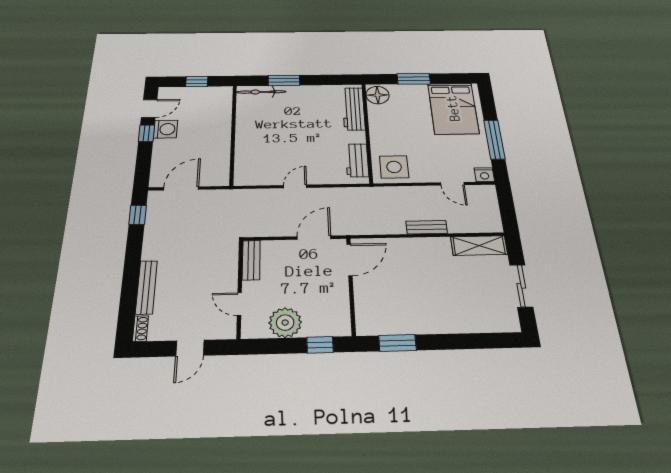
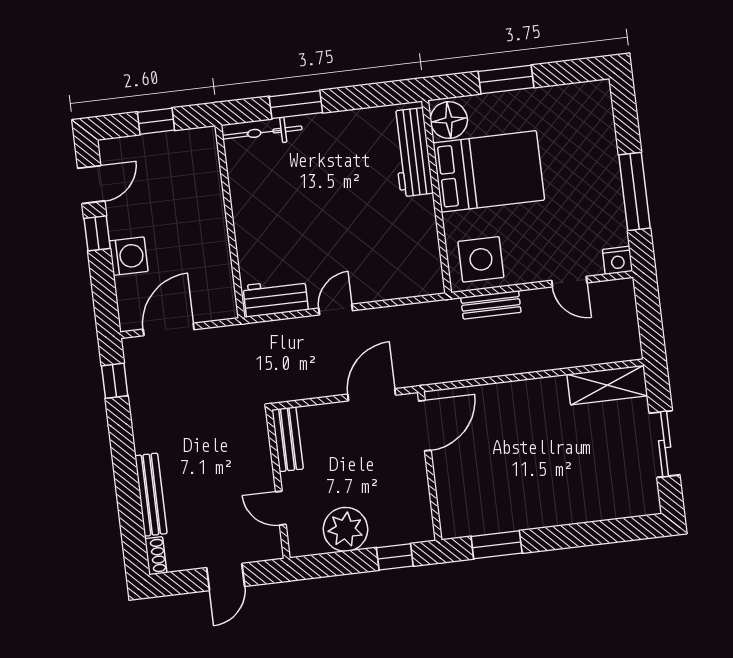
bed: (453, 108) -> (489, 171), moved, turned -90
washing machine: (166, 129) -> (129, 256), moved
workbench: (357, 160) -> (276, 298), moved, turned 90
bench: (427, 227) -> (491, 305), moved

